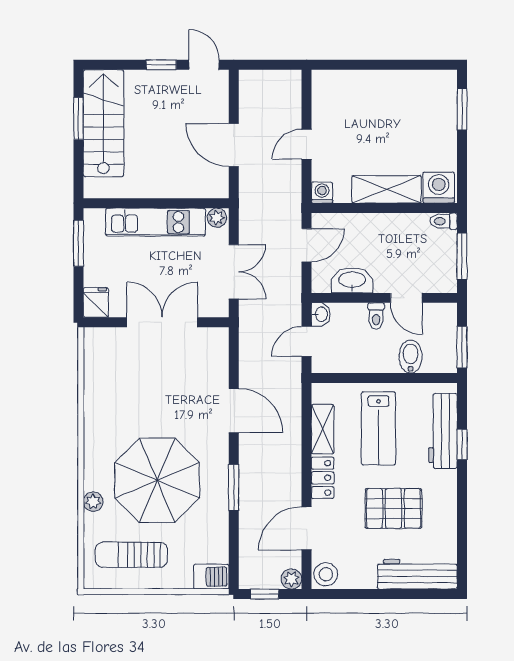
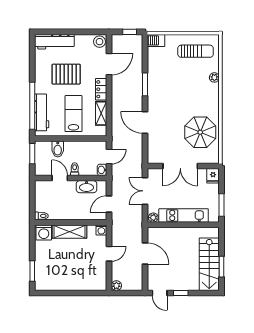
window: (462, 257) -> (32, 198), removed
window: (462, 445) -> (32, 106), width x3.17
parasol: (157, 480) -> (200, 132), moved, width x0.73, depth x0.73
plant: (291, 579) -> (116, 286), moved

